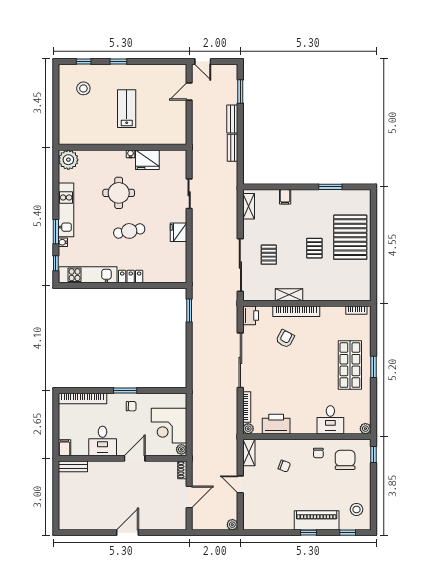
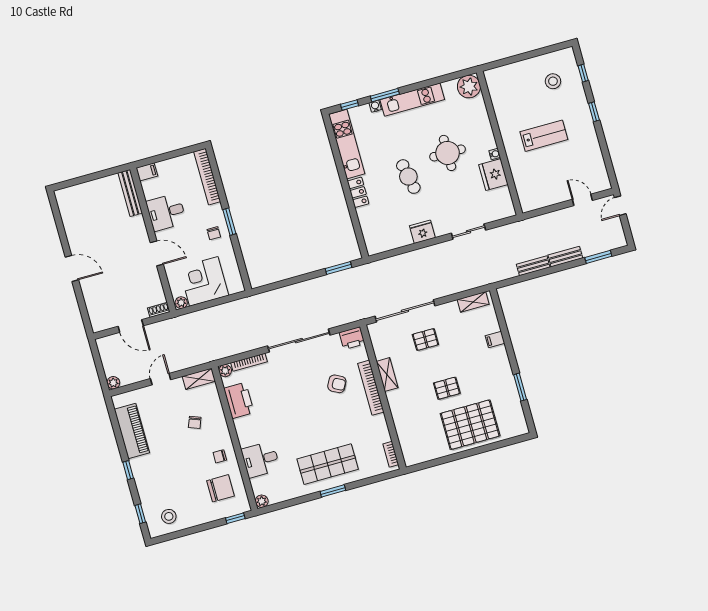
bench: (73, 466) -> (130, 193), width x1.36
piano: (317, 520) -> (132, 431), moved

